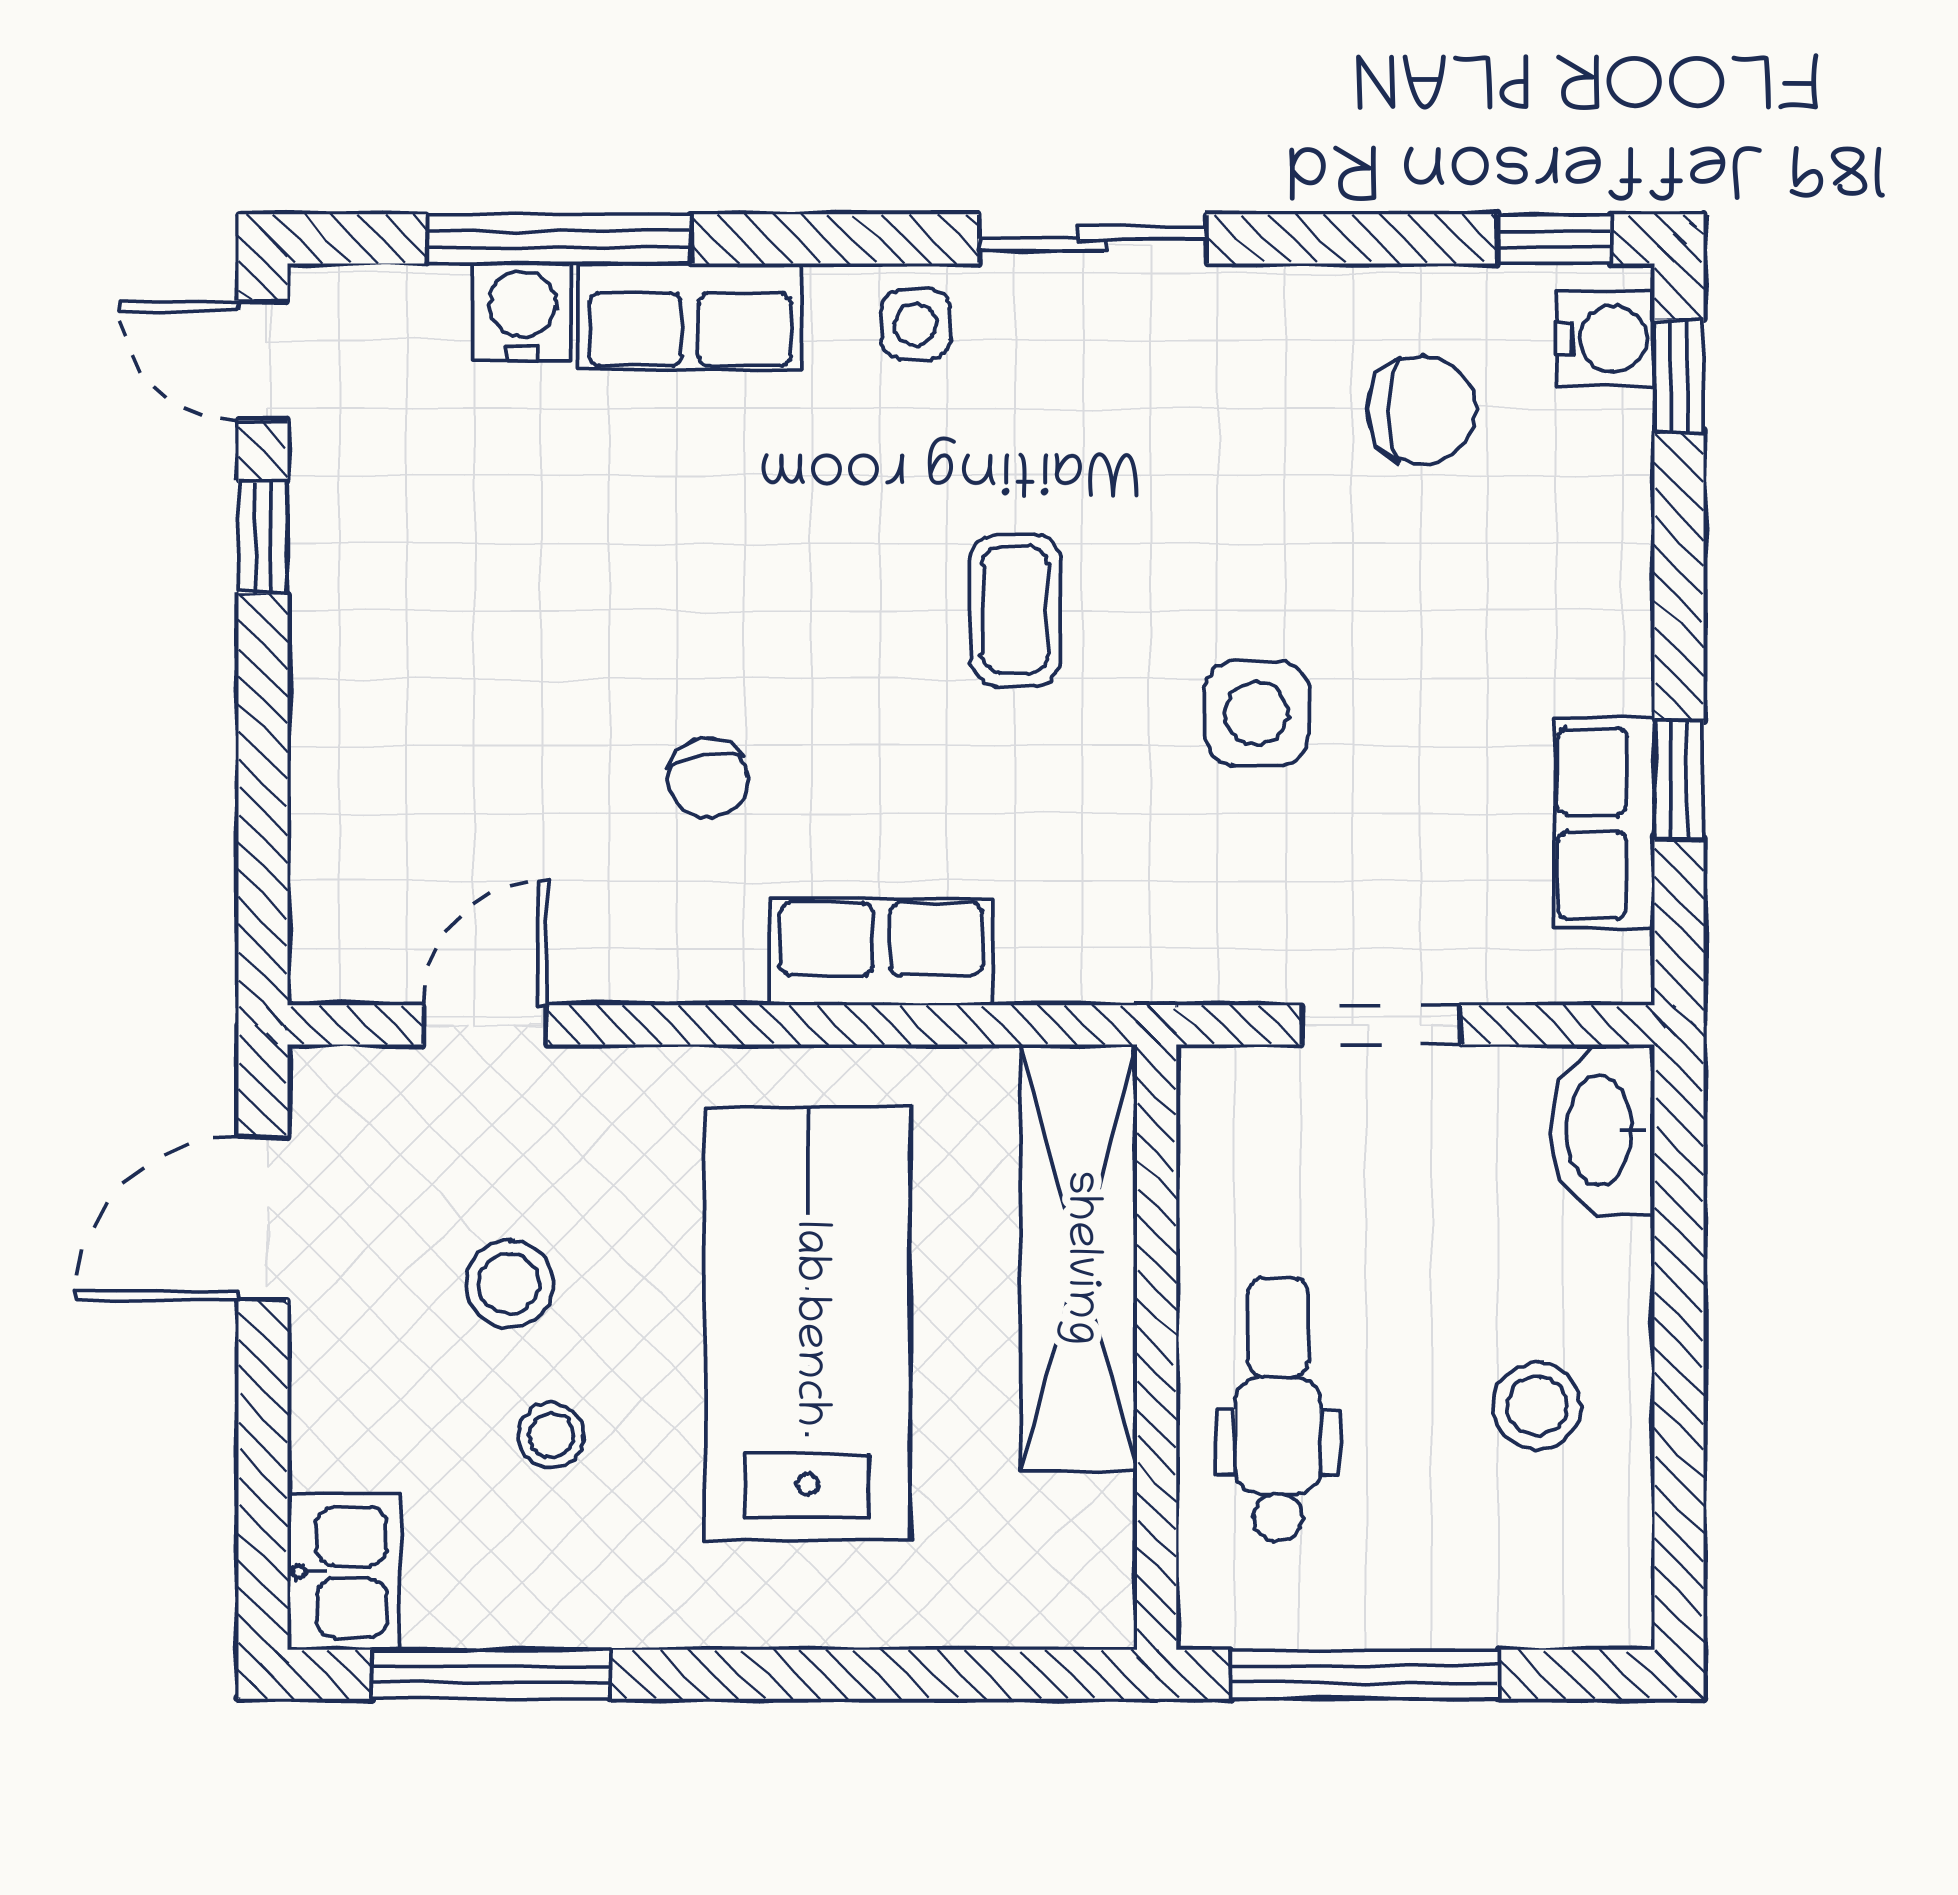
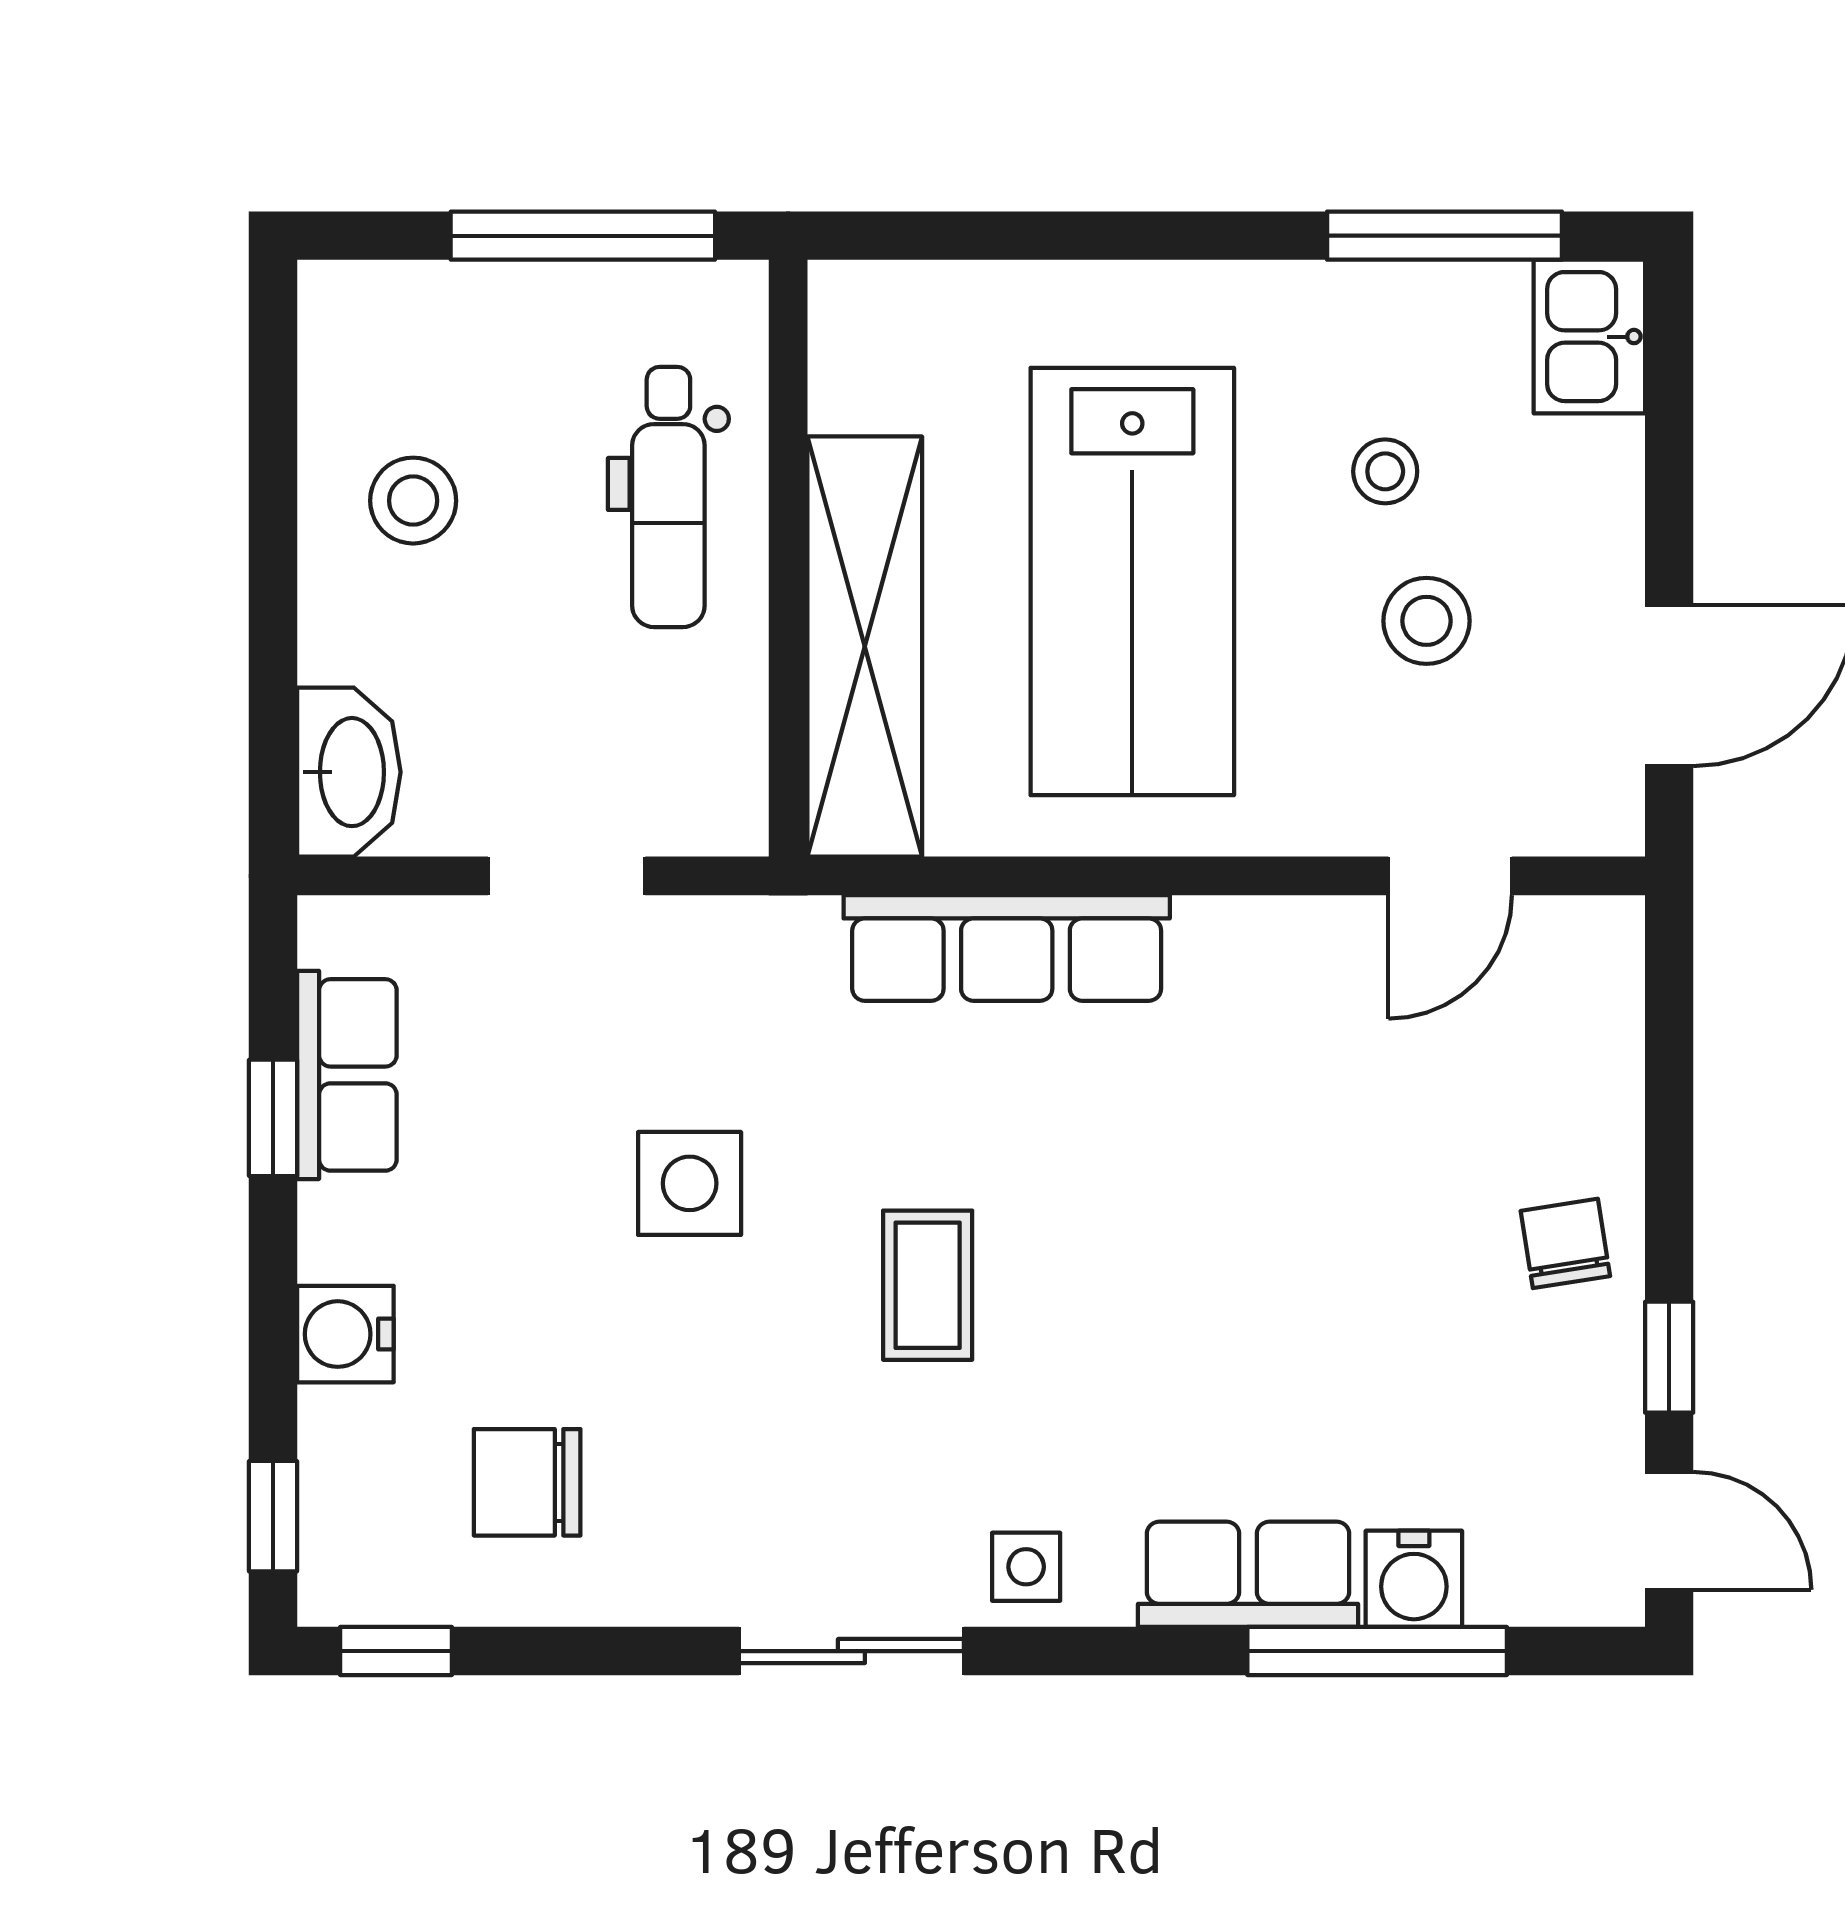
water cooler: (1606, 339) -> (345, 1334), moved
chair: (708, 778) -> (1565, 1243), moved
row of seats: (881, 952) -> (1007, 948), width x1.48

